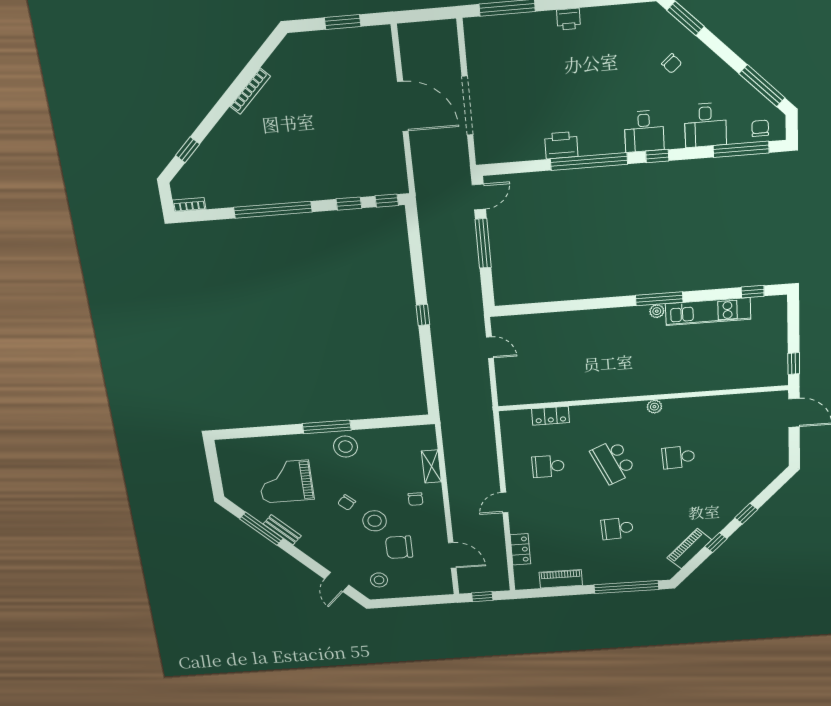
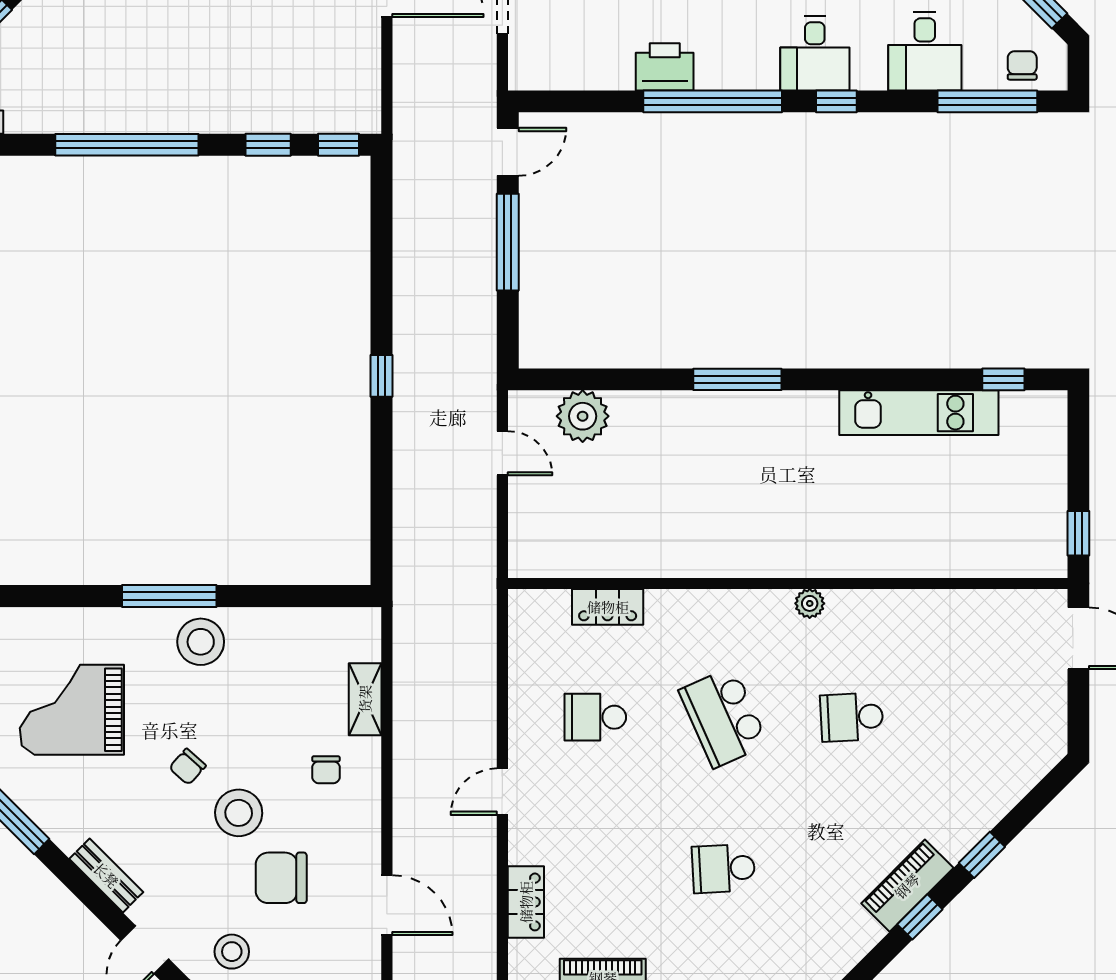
window: (659, 299) -> (737, 379), moved
plant: (657, 311) -> (583, 416), moved, width x1.88, depth x1.88
bench: (282, 530) -> (106, 875), moved
piano: (689, 549) -> (907, 886), moved

